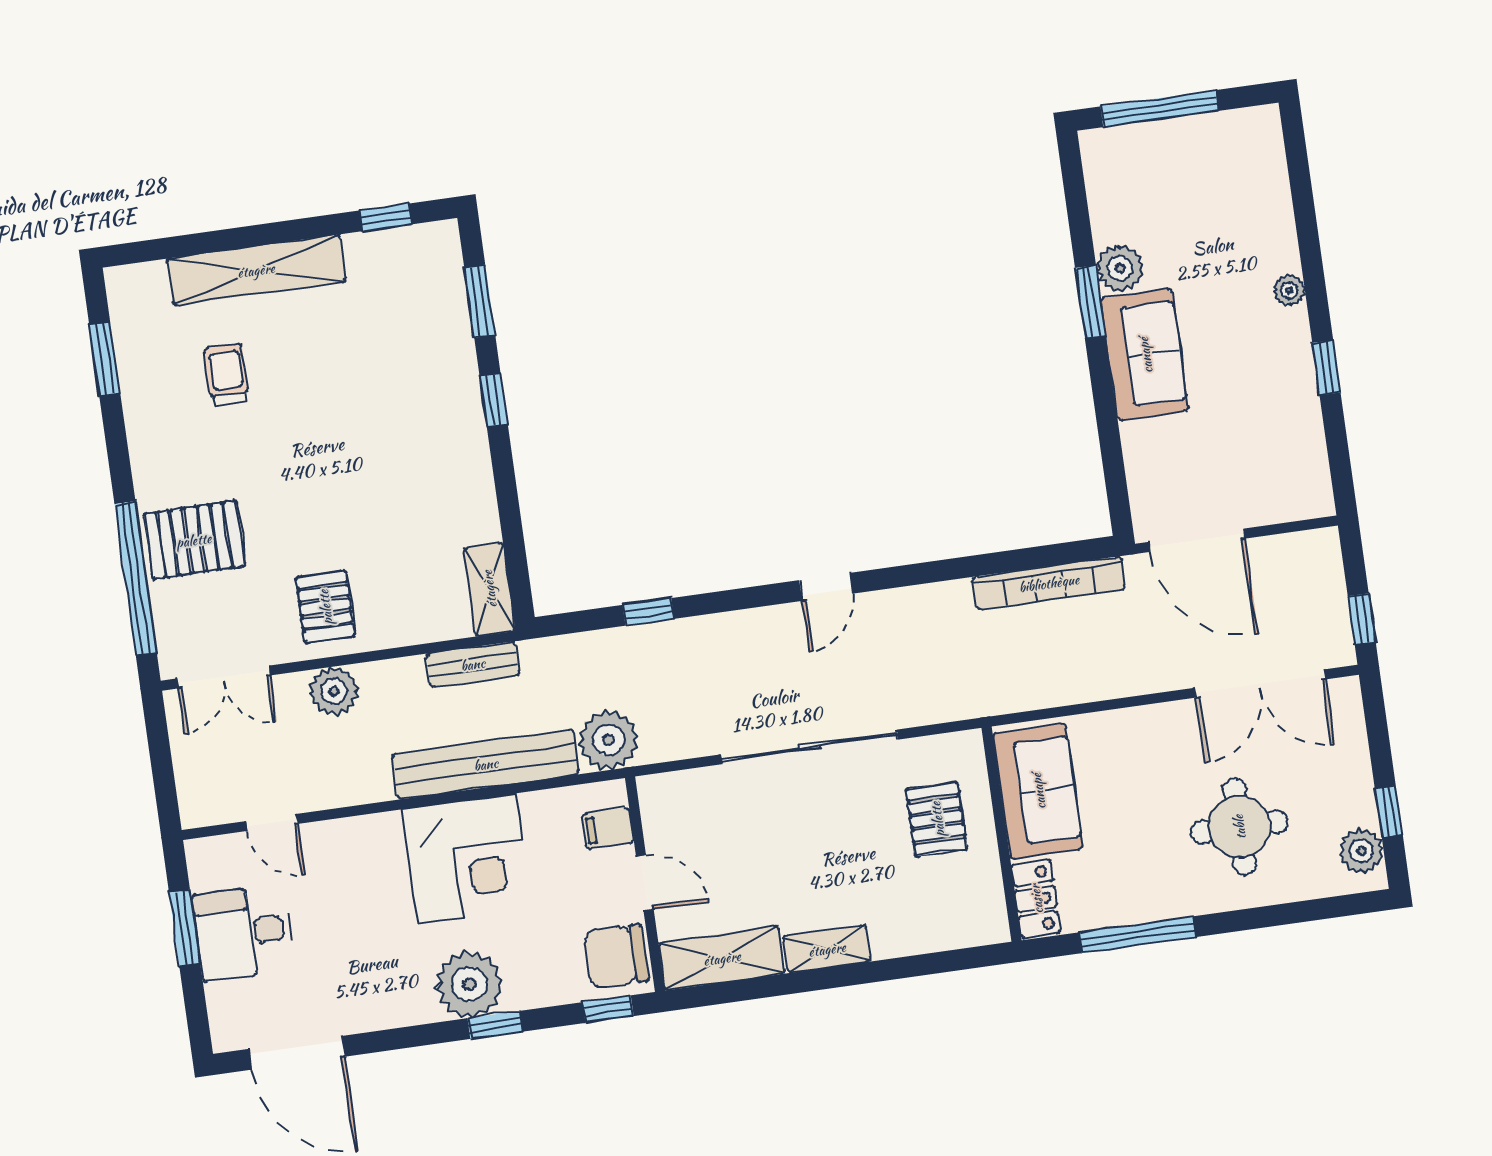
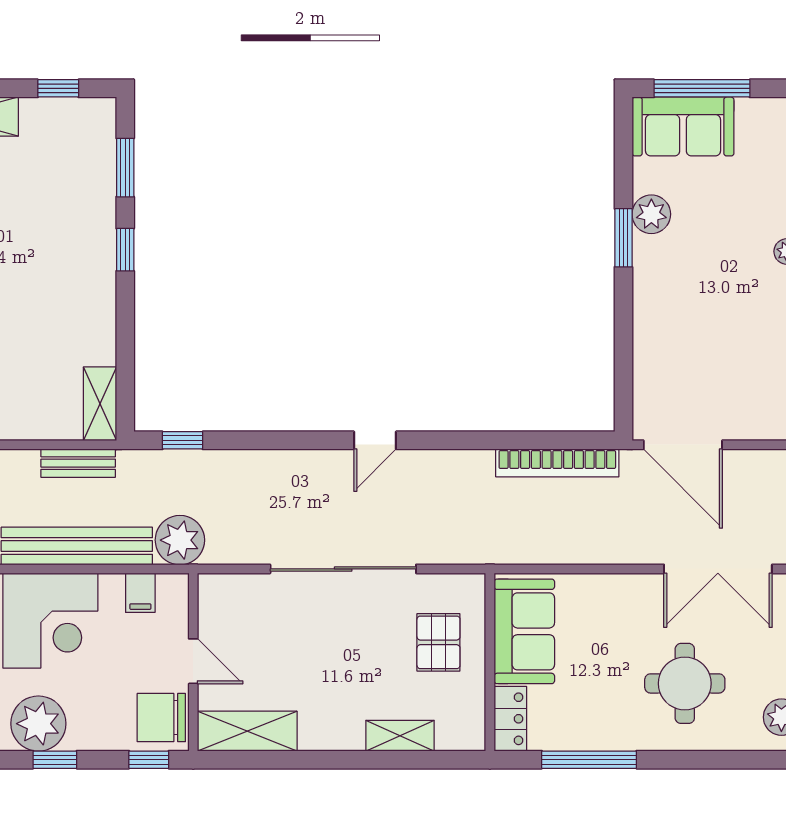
sofa: (1145, 355) -> (683, 126), moved, turned 90
window: (648, 612) -> (183, 440), moved
filing cabinet: (608, 828) -> (140, 593), moved, turned -90
shelving: (827, 949) -> (400, 736), moved

